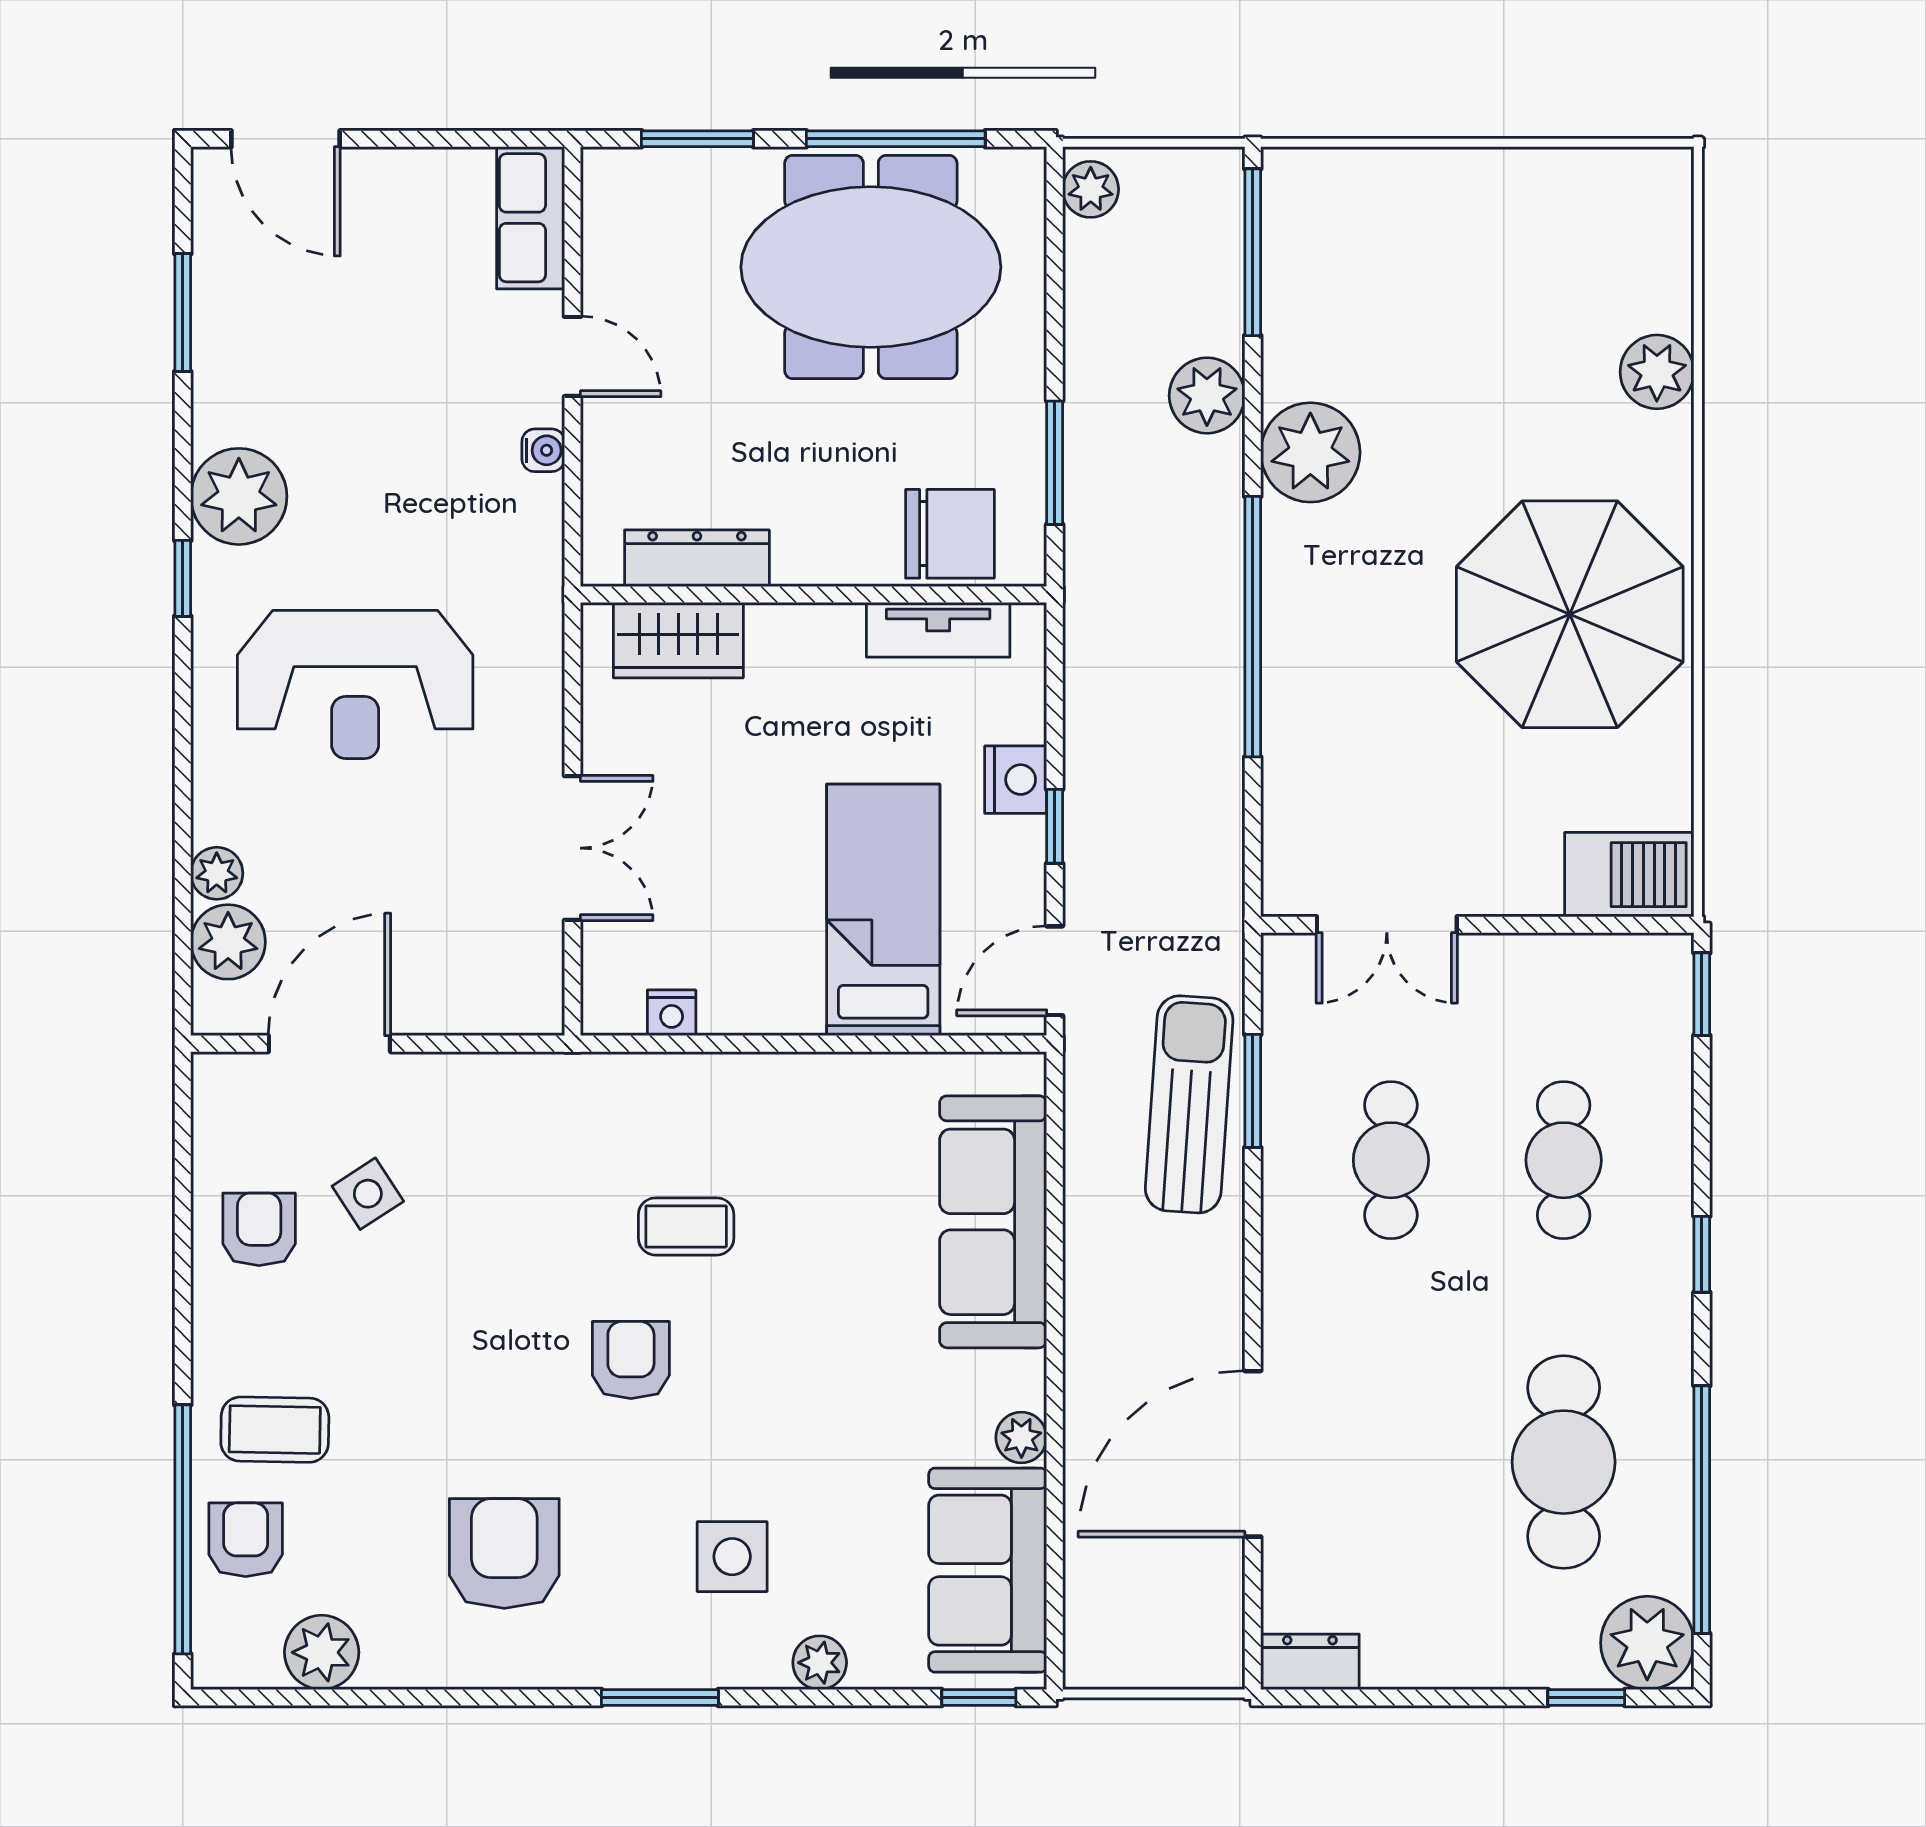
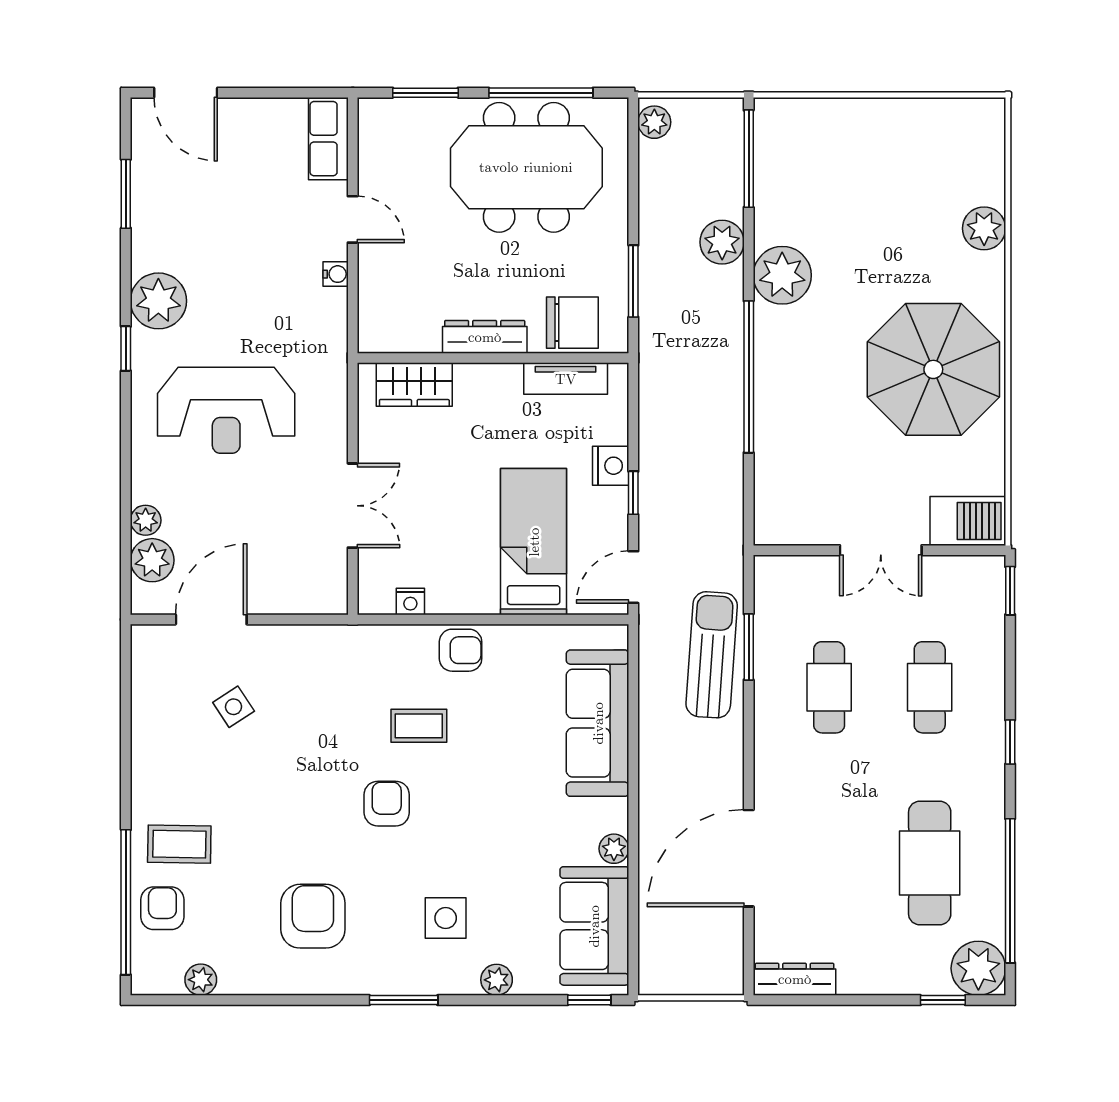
dresser: (697, 558) -> (485, 337), moved
double door: (1387, 925) -> (881, 550), moved
armchair: (259, 1229) -> (461, 650), moved, turned 90
plant: (322, 1652) -> (201, 980), width x0.73, depth x0.73
dresser: (1310, 1662) -> (795, 979), width x1.44

